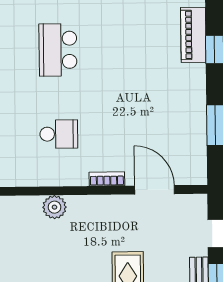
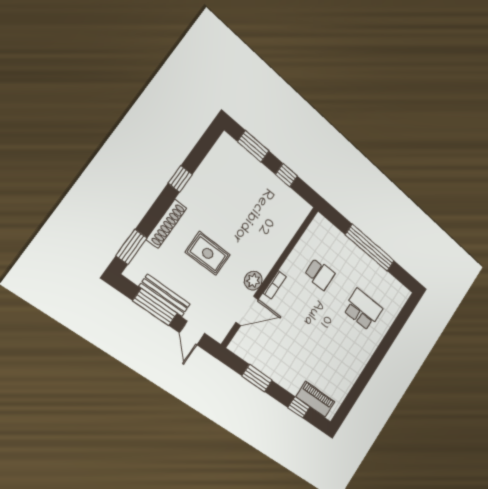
school desk: (59, 134) -> (320, 274), turned -90
plant: (54, 207) -> (253, 281), moved

